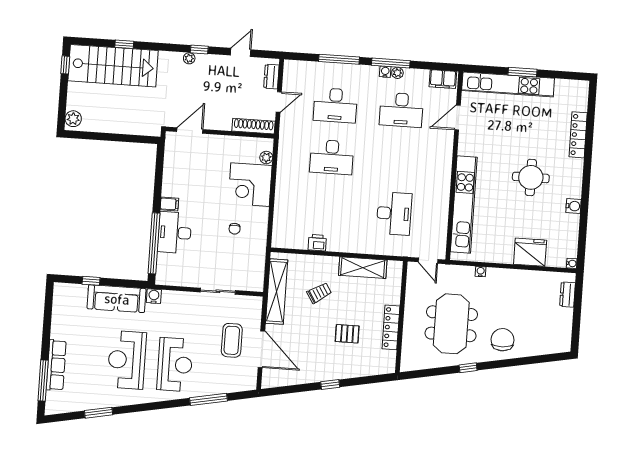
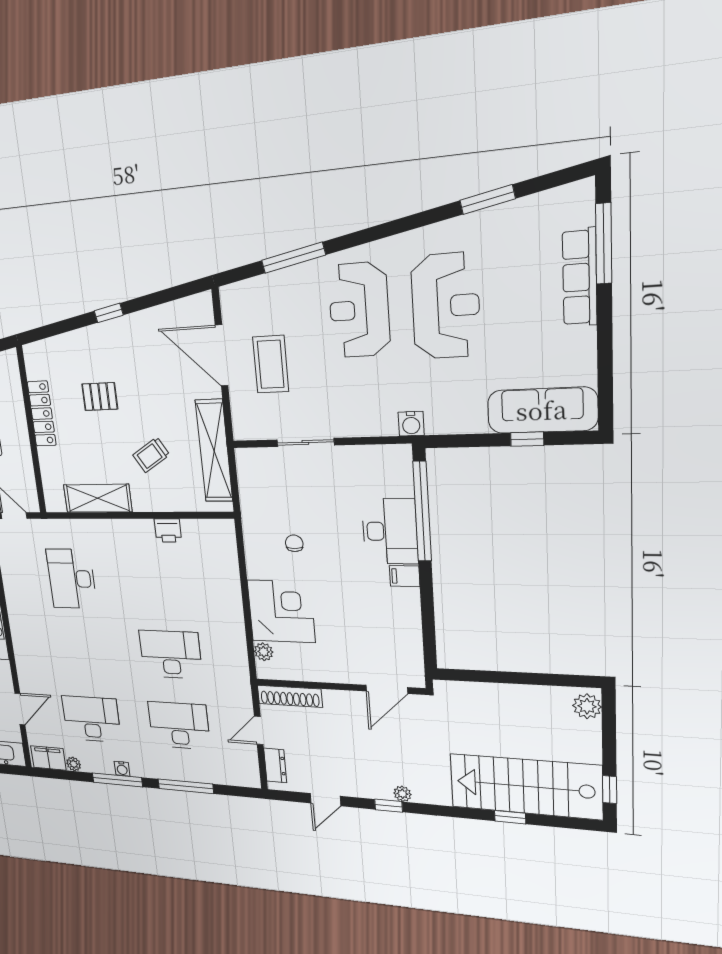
plant: (397, 73) -> (74, 764), moved
sofa: (117, 299) -> (542, 410), moved

